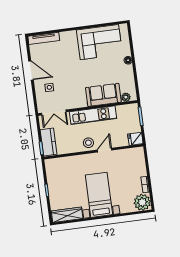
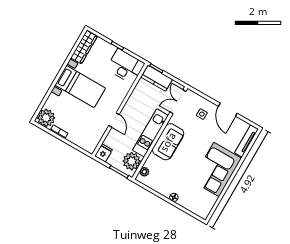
corner sofa: (99, 42) -> (217, 170), moved
door: (31, 70) -> (228, 110), hinge flipped
sofa: (103, 95) -> (168, 142), moved
plant: (125, 113) -> (132, 161), added
stool: (88, 143) -> (130, 111), removed
desk: (57, 173) -> (125, 66), added

